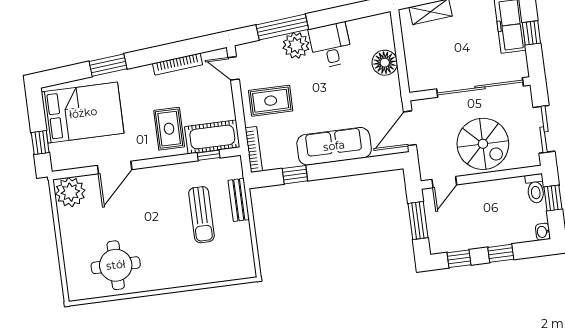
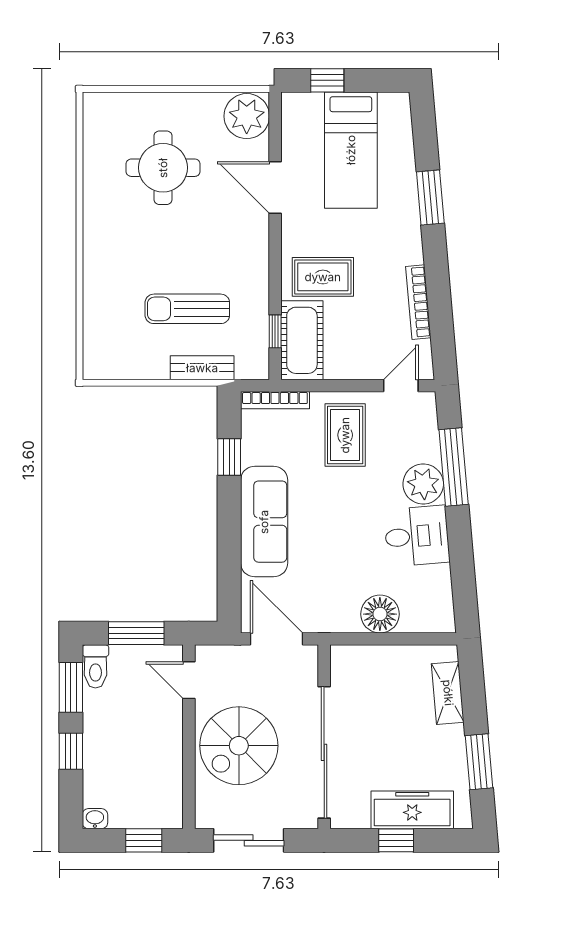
bed: (83, 113) -> (351, 150), width x0.67
toilet: (535, 189) -> (95, 666), moved, turned -90
window: (459, 259) -> (71, 687), width x1.50
round table: (116, 265) -> (163, 168), moved

